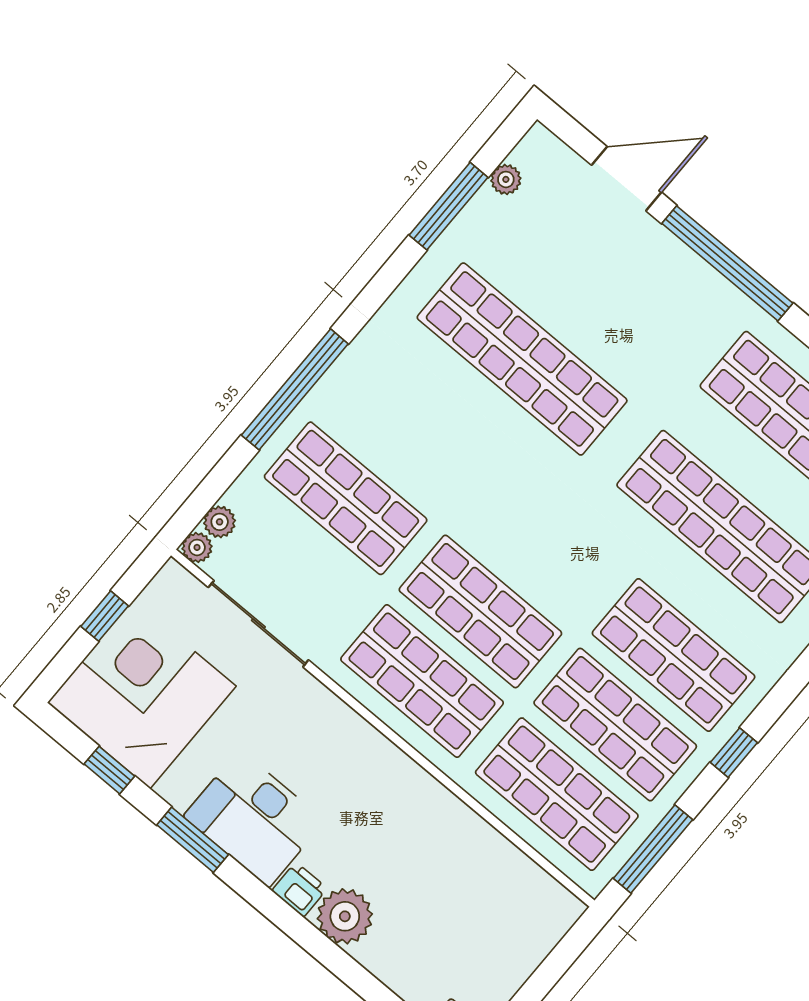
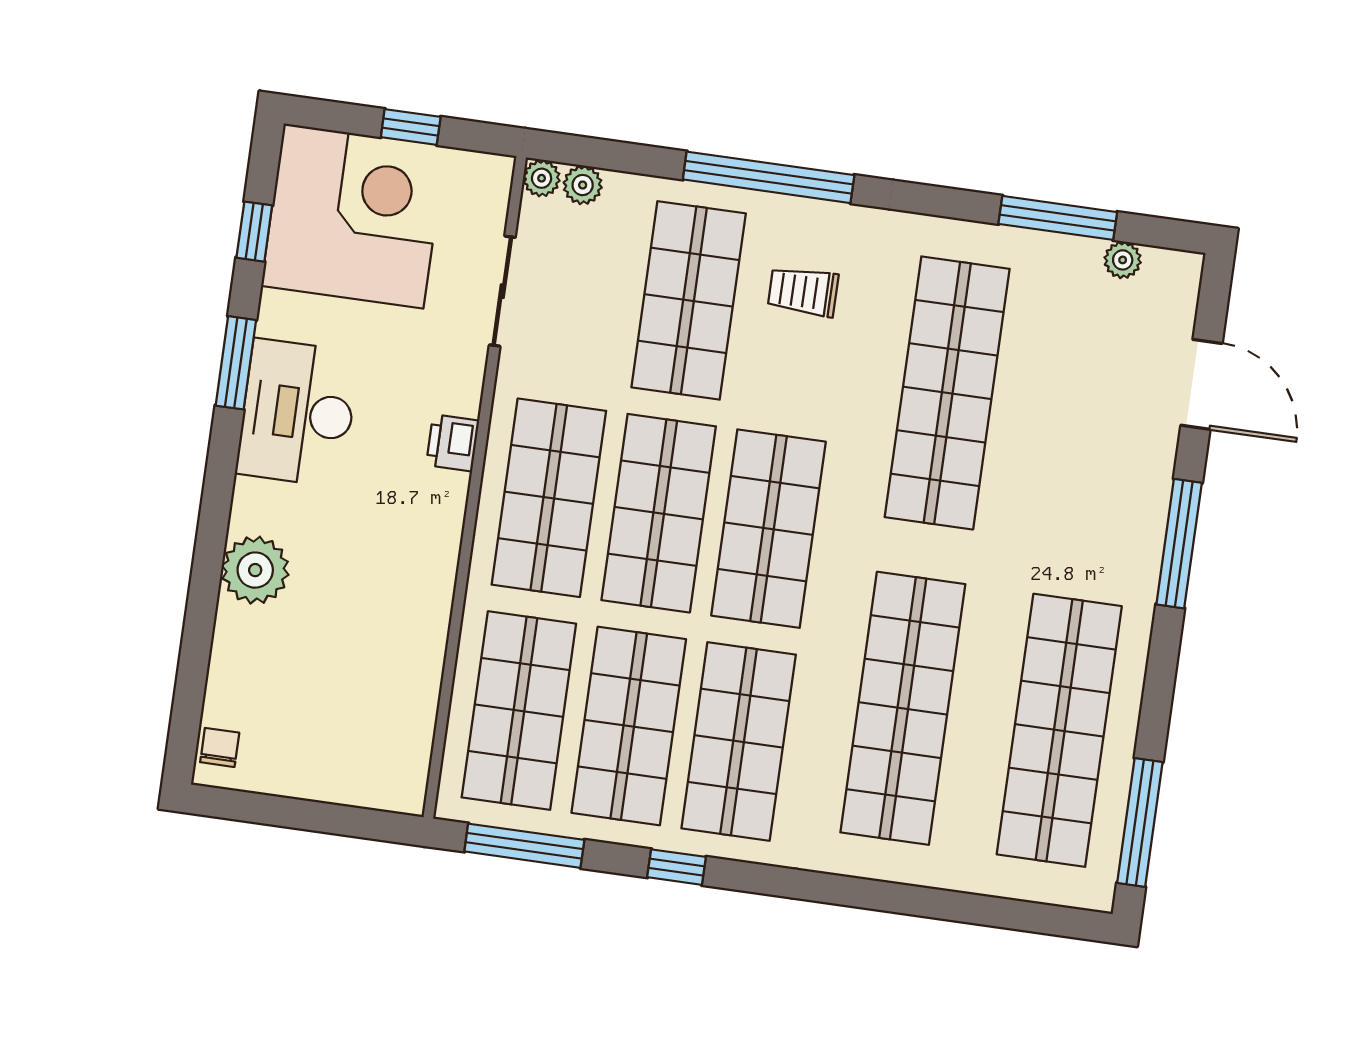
window: (727, 263) -> (1179, 544), width x0.68
trolley: (389, 415) -> (803, 292), added
shop shelf: (539, 542) -> (768, 529), added
sliding door: (258, 624) -> (502, 291), width x0.73
printer: (300, 890) -> (453, 443), moved, turned 180

